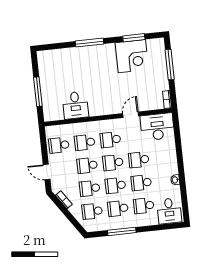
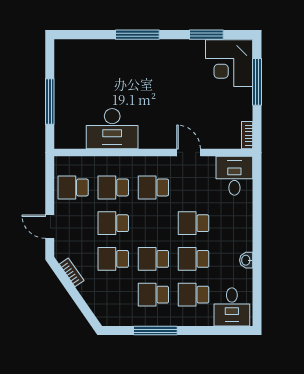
corner desk: (132, 56) -> (229, 63), moved, turned 90
desk: (75, 105) -> (112, 129), width x1.37
door: (131, 115) -> (189, 152), hinge flipped
desk: (157, 127) -> (234, 176), width x0.73
school desk: (113, 163) -> (153, 223), removed
school desk: (92, 211) -> (113, 295), removed

